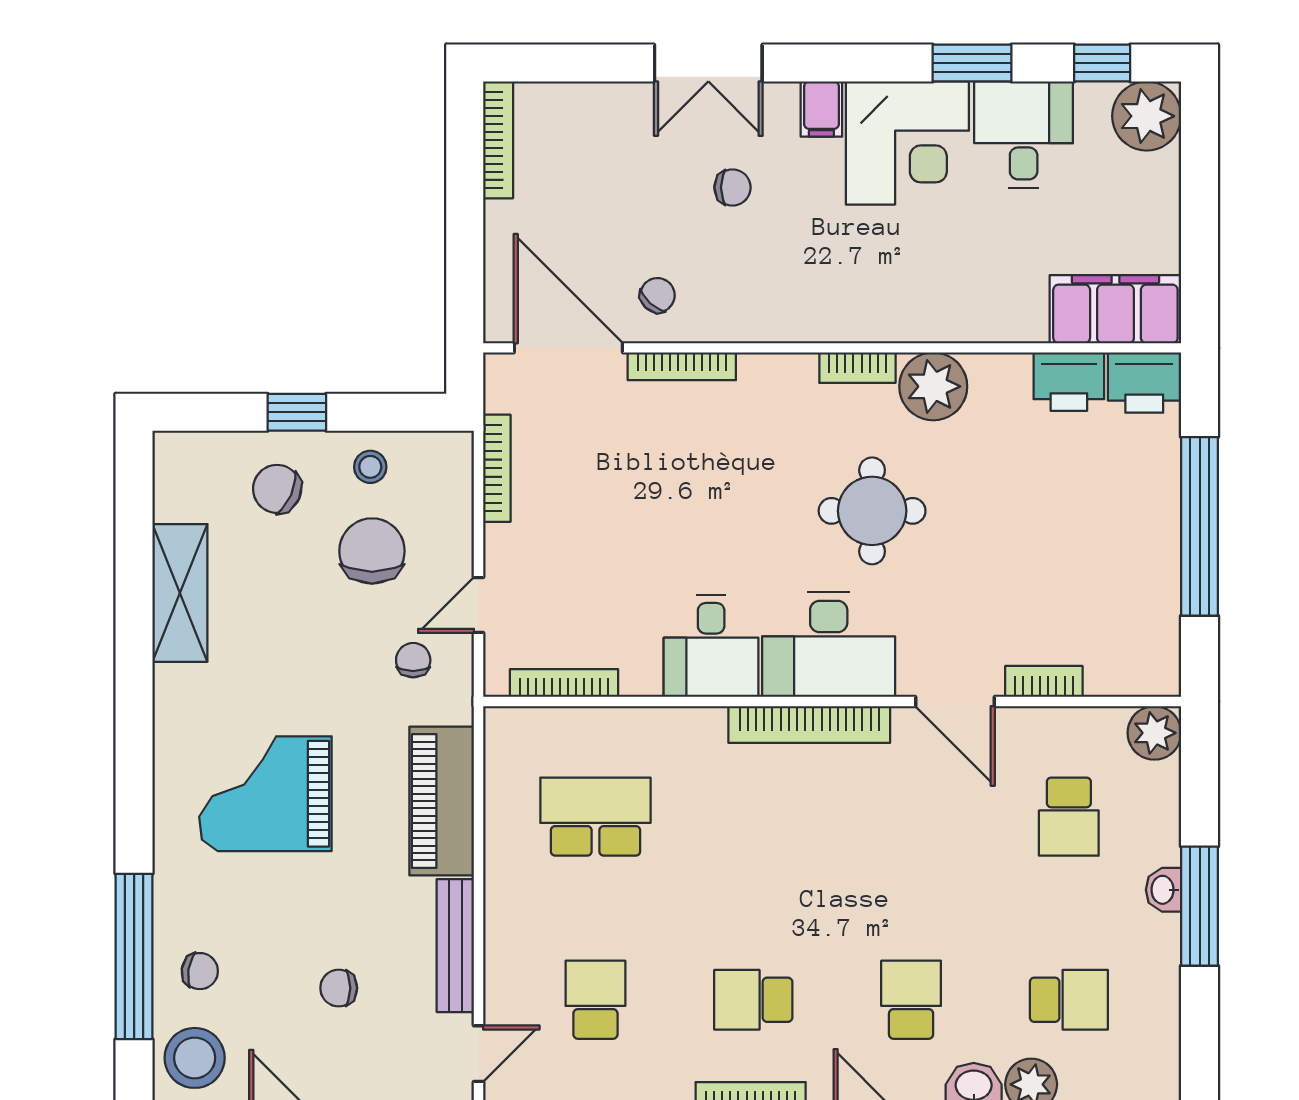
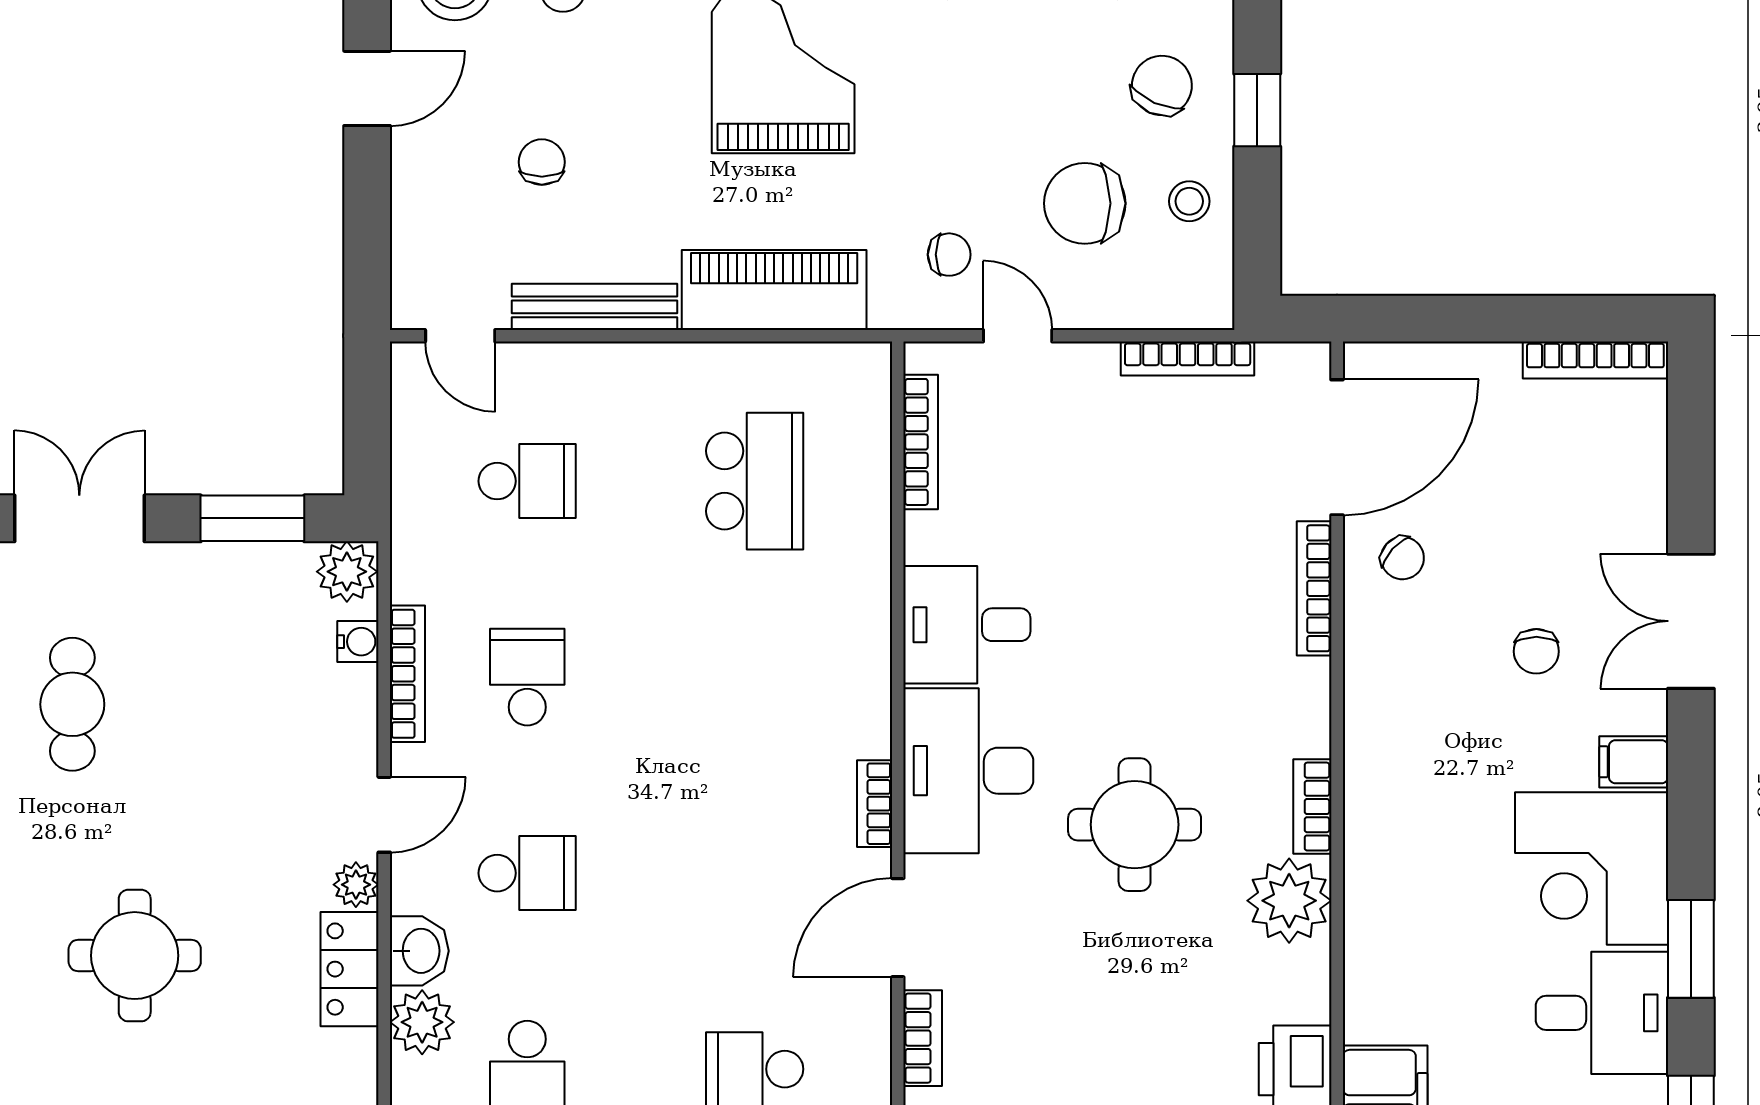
chair: (372, 551) -> (1085, 203), turned 180
bookcase: (809, 724) -> (875, 804), width x0.43, depth x0.76

